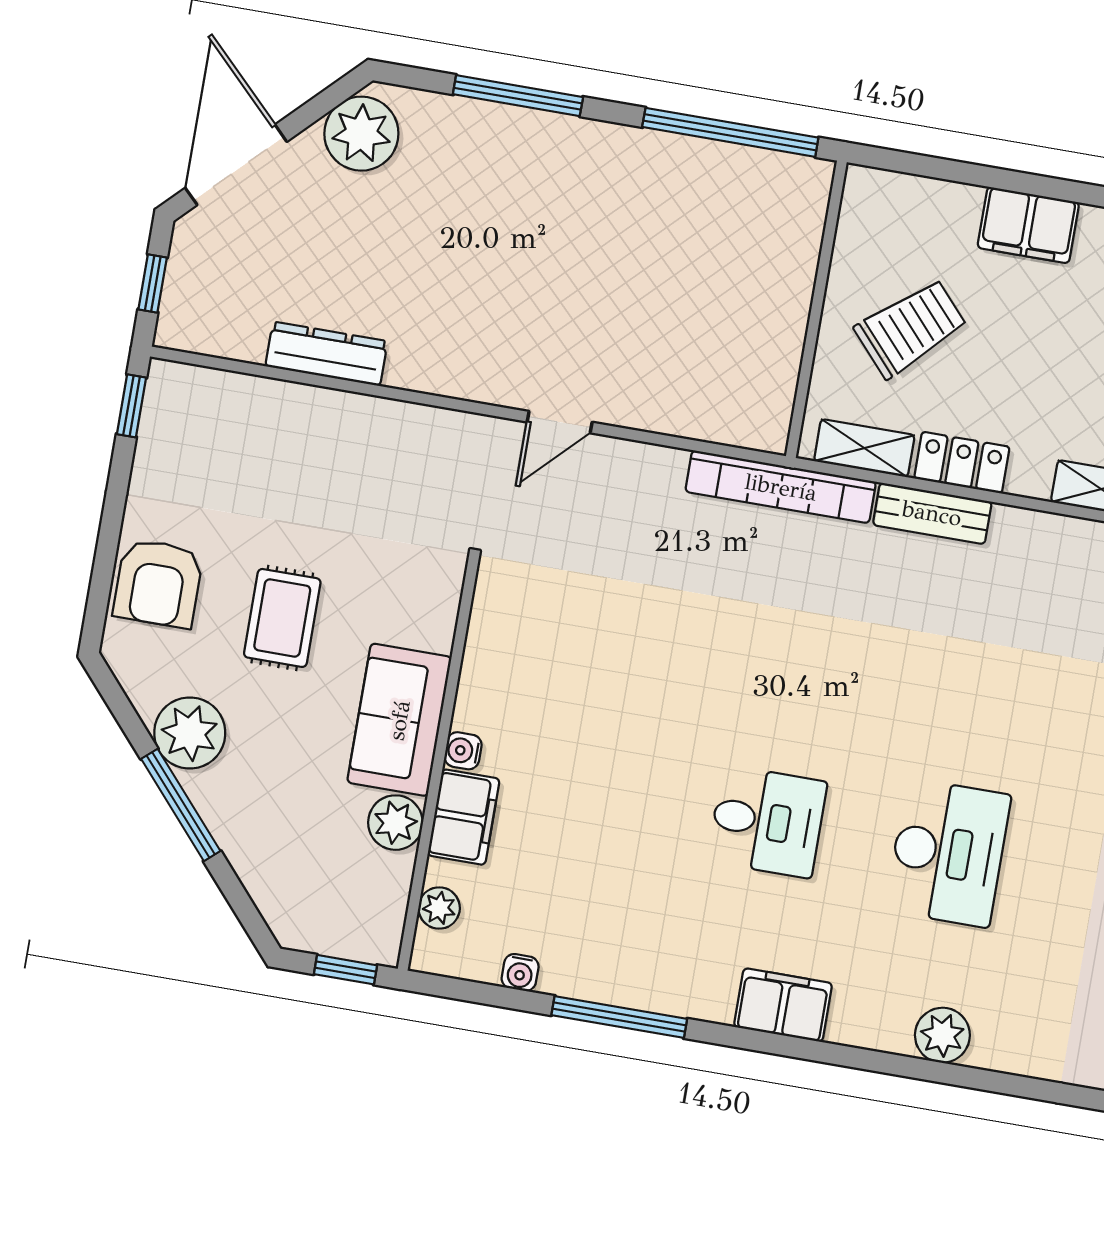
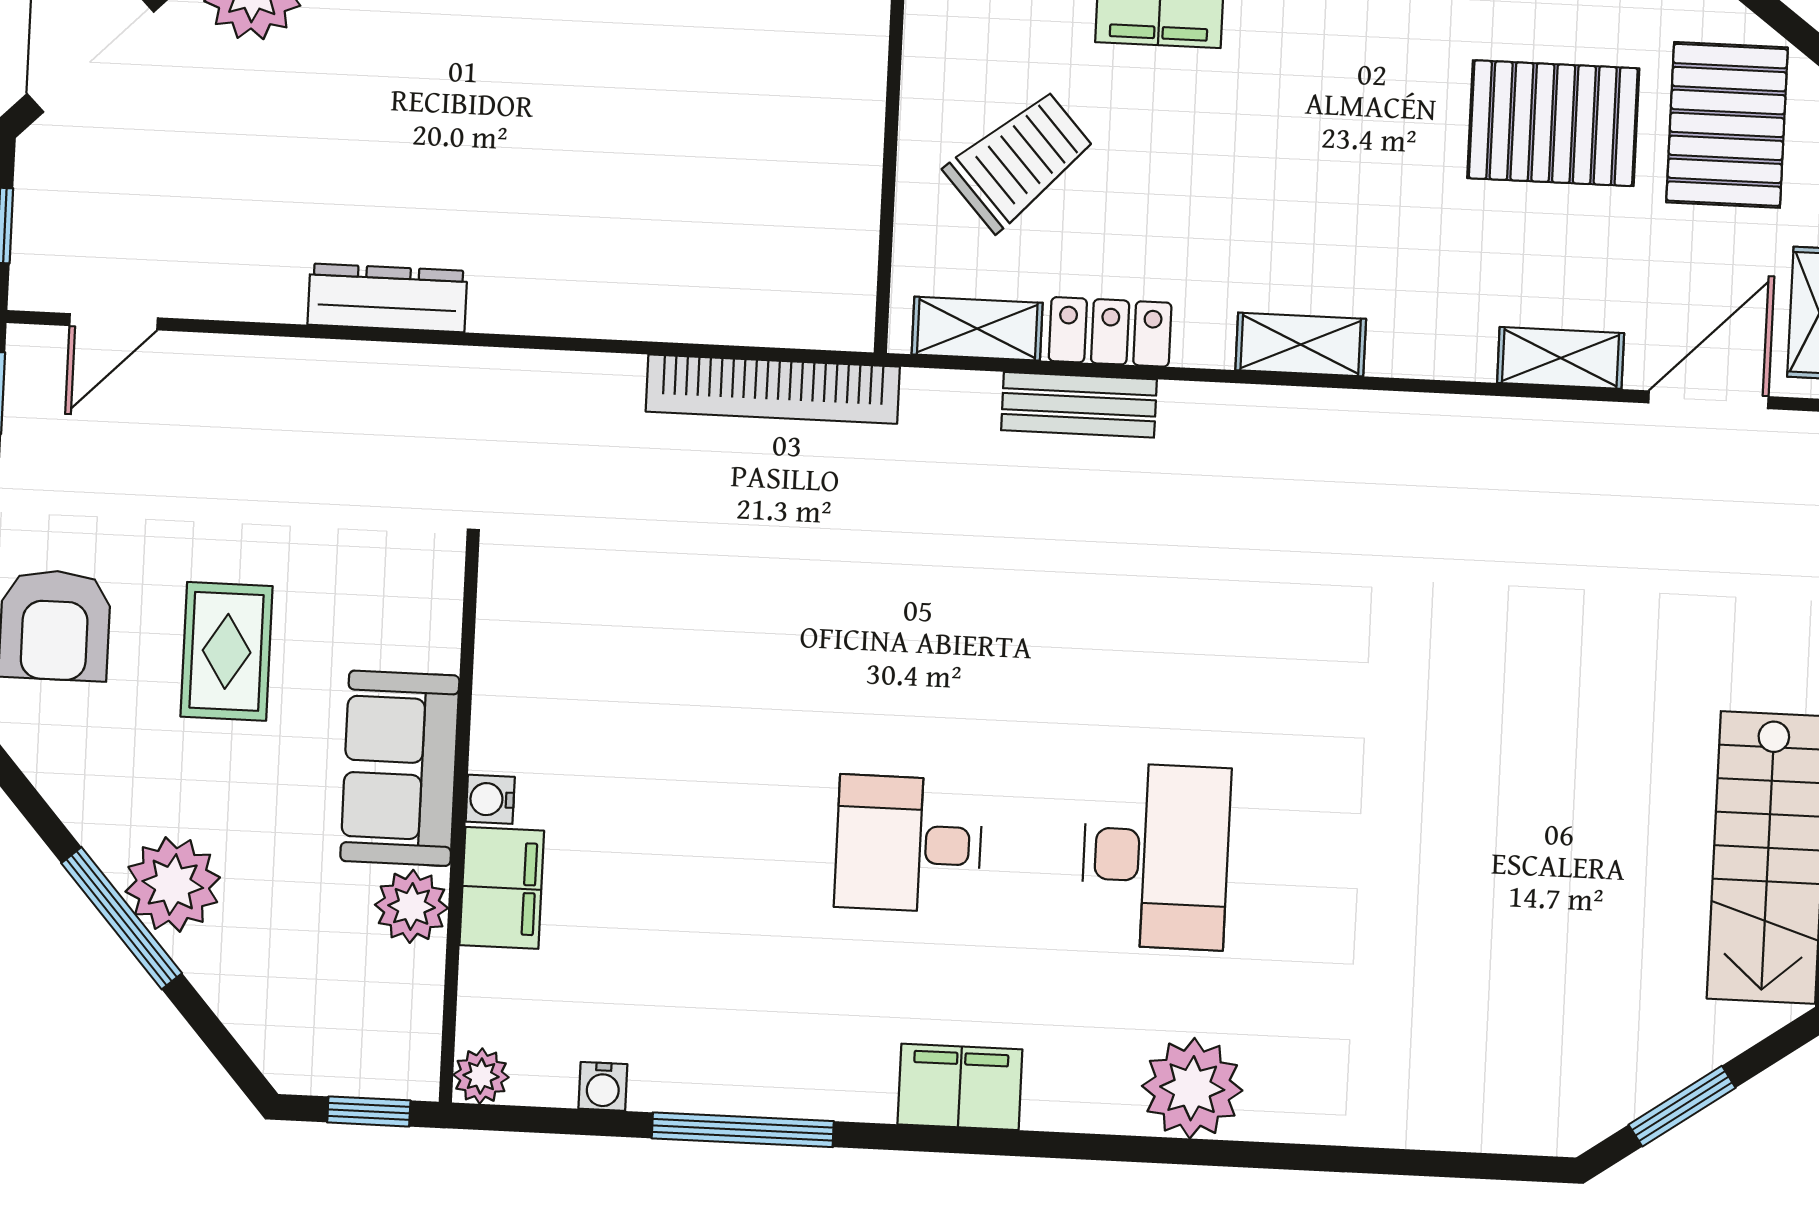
dresser: (326, 354) -> (387, 298), moved
door: (560, 422) -> (114, 322), moved
bookcase: (781, 487) -> (773, 389), moved
plant: (190, 733) -> (173, 885), moved
desk: (767, 821) -> (909, 844), turned 180
plant: (439, 908) -> (481, 1076), moved
plant: (942, 1035) -> (1192, 1088), width x1.36, depth x1.36

